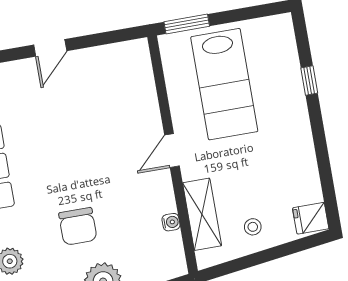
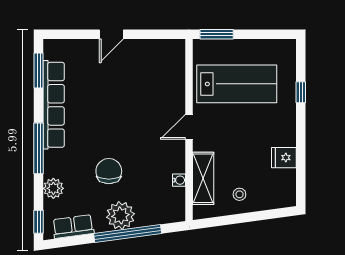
lab bench: (224, 84) -> (237, 84), turned -90
fridge: (311, 218) -> (284, 158), moved
chair: (78, 226) -> (109, 171), turned 180

